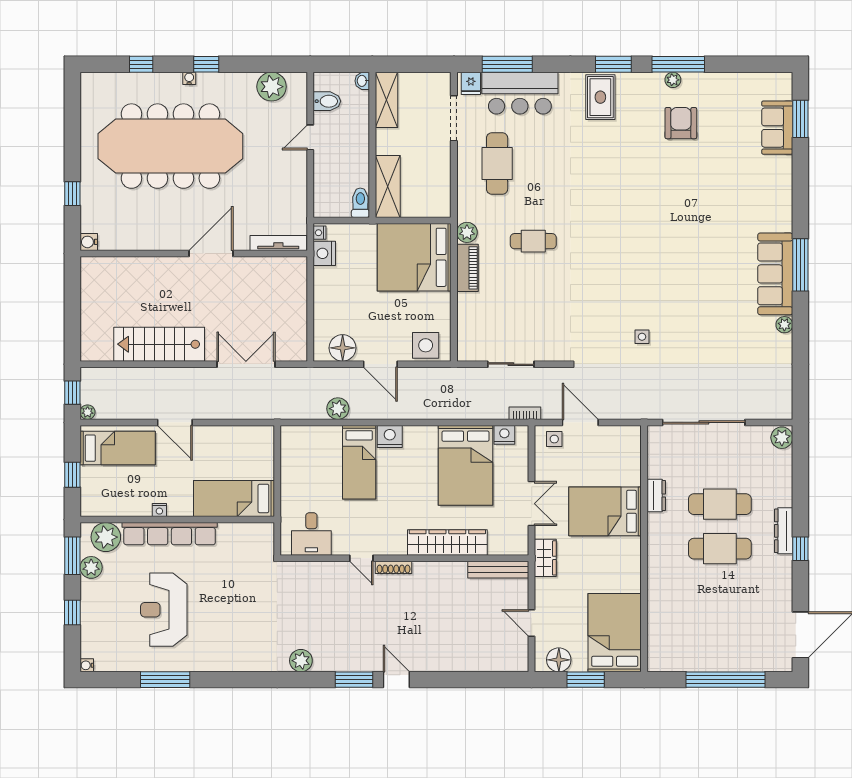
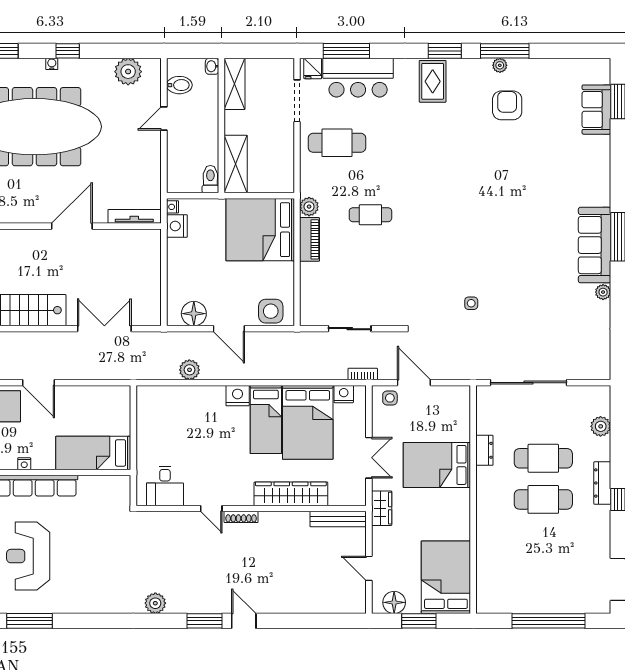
cafe table: (497, 163) -> (337, 143), turned 90
plant: (782, 438) -> (601, 426), moved
bed: (359, 462) -> (266, 419), moved

